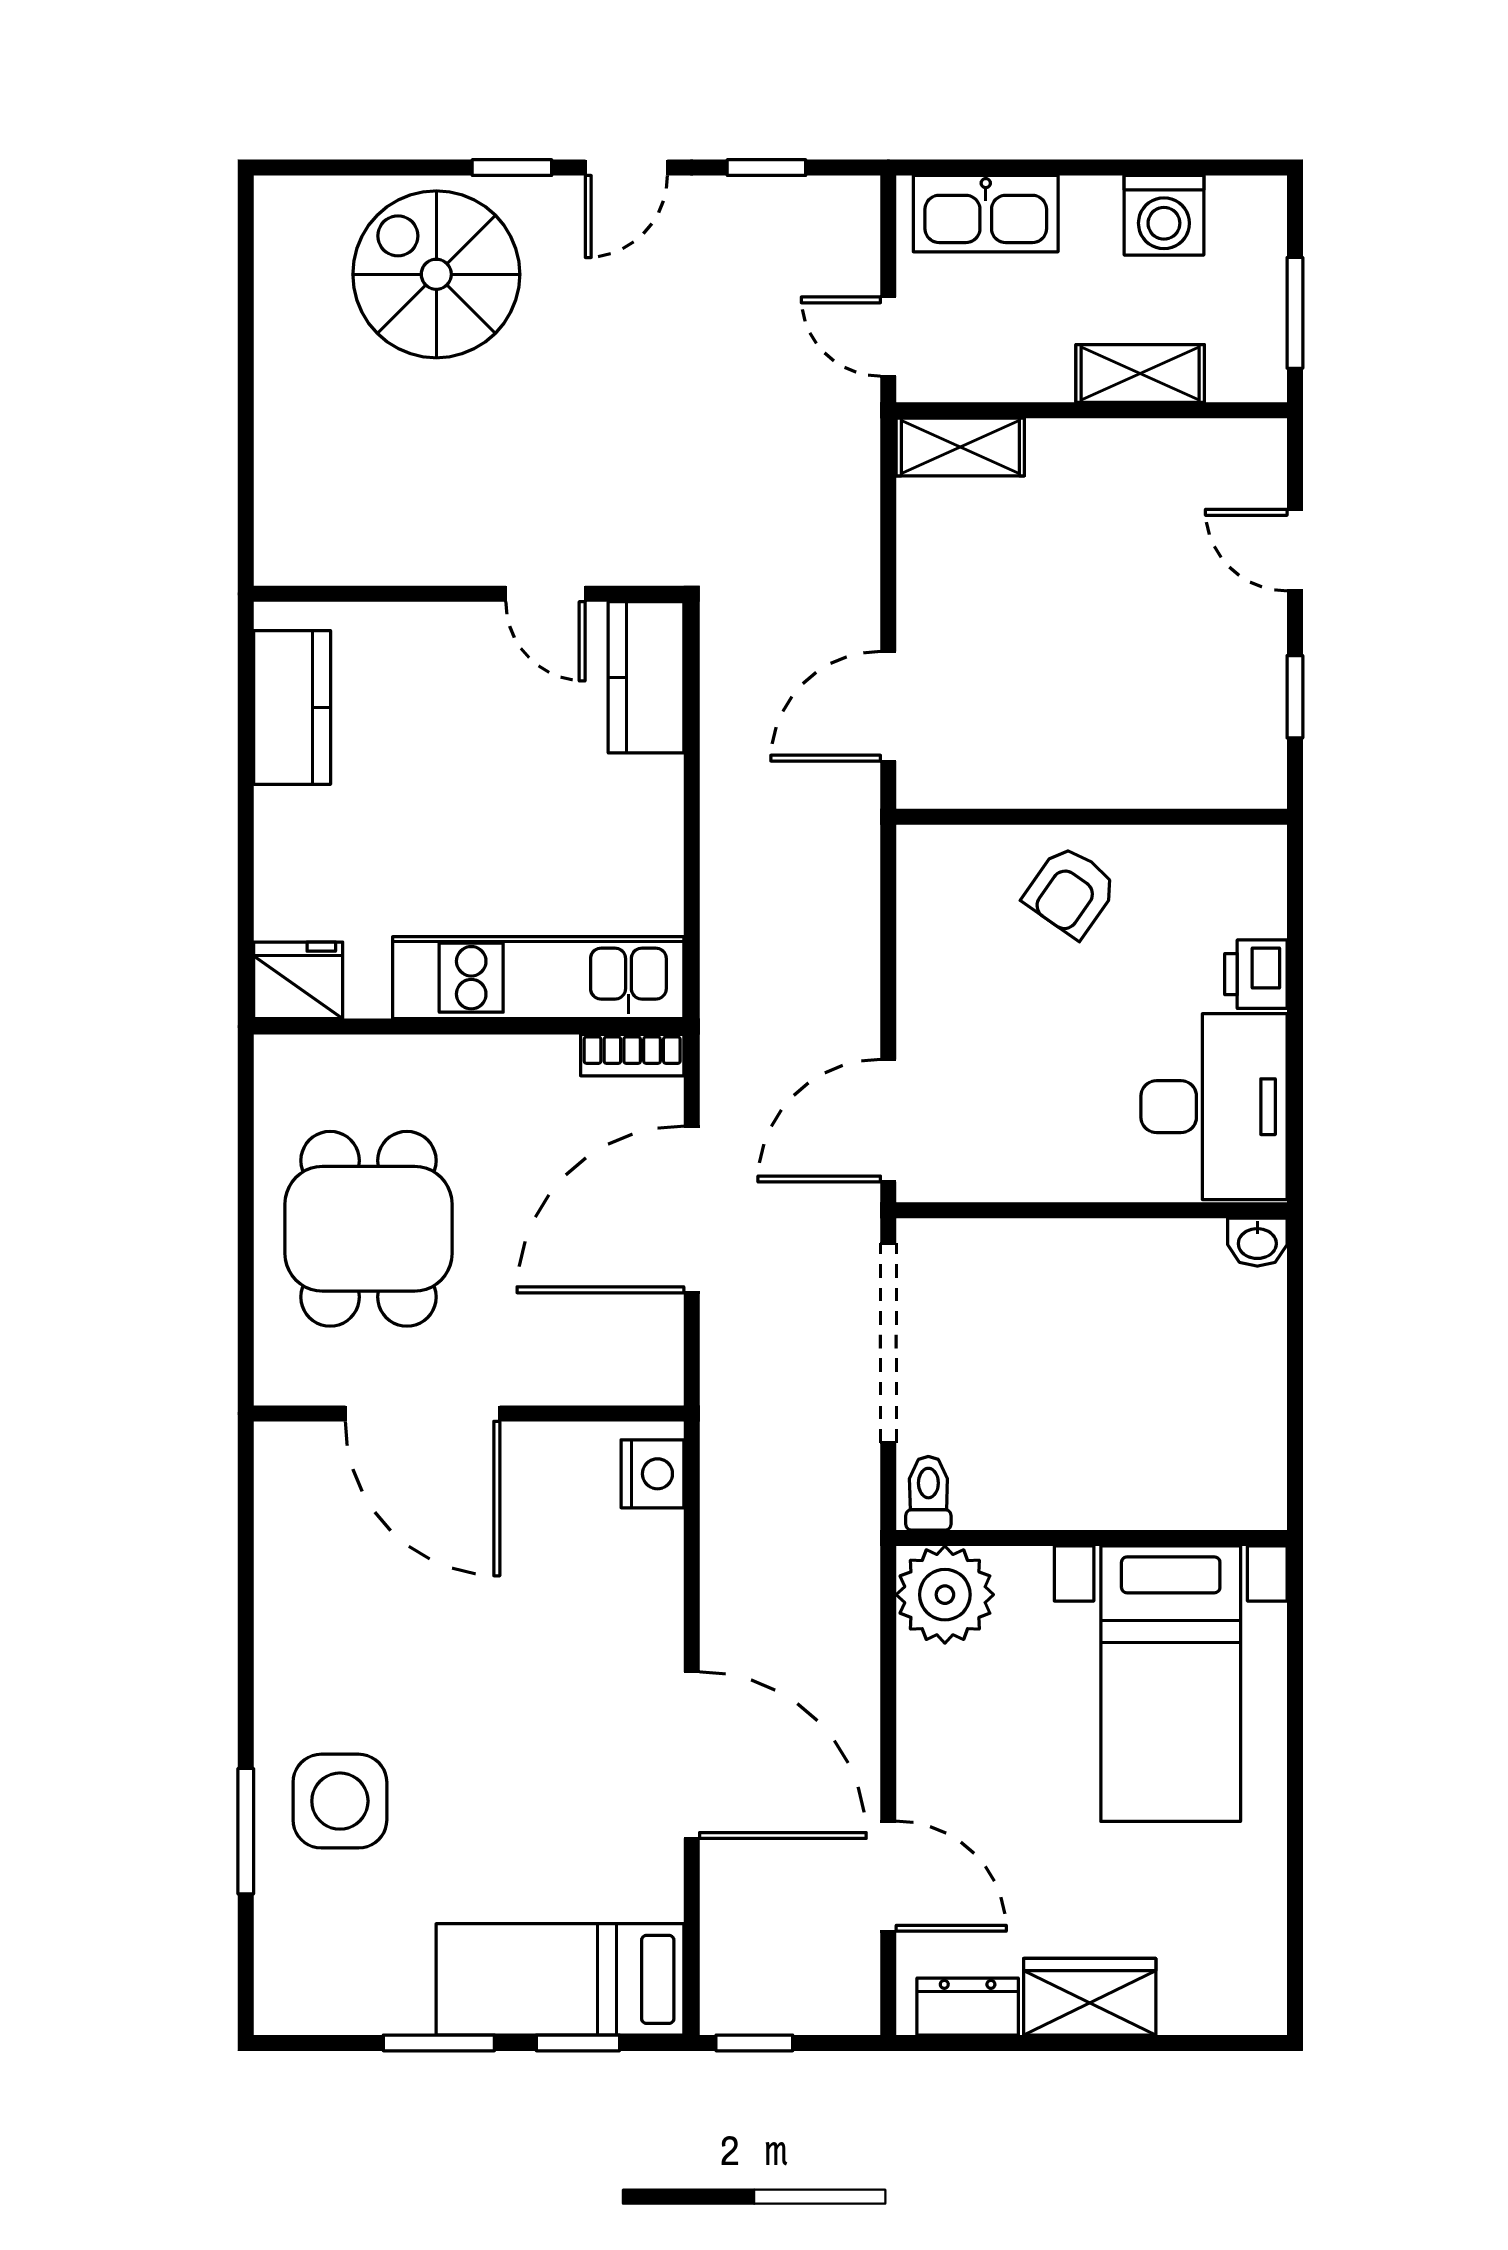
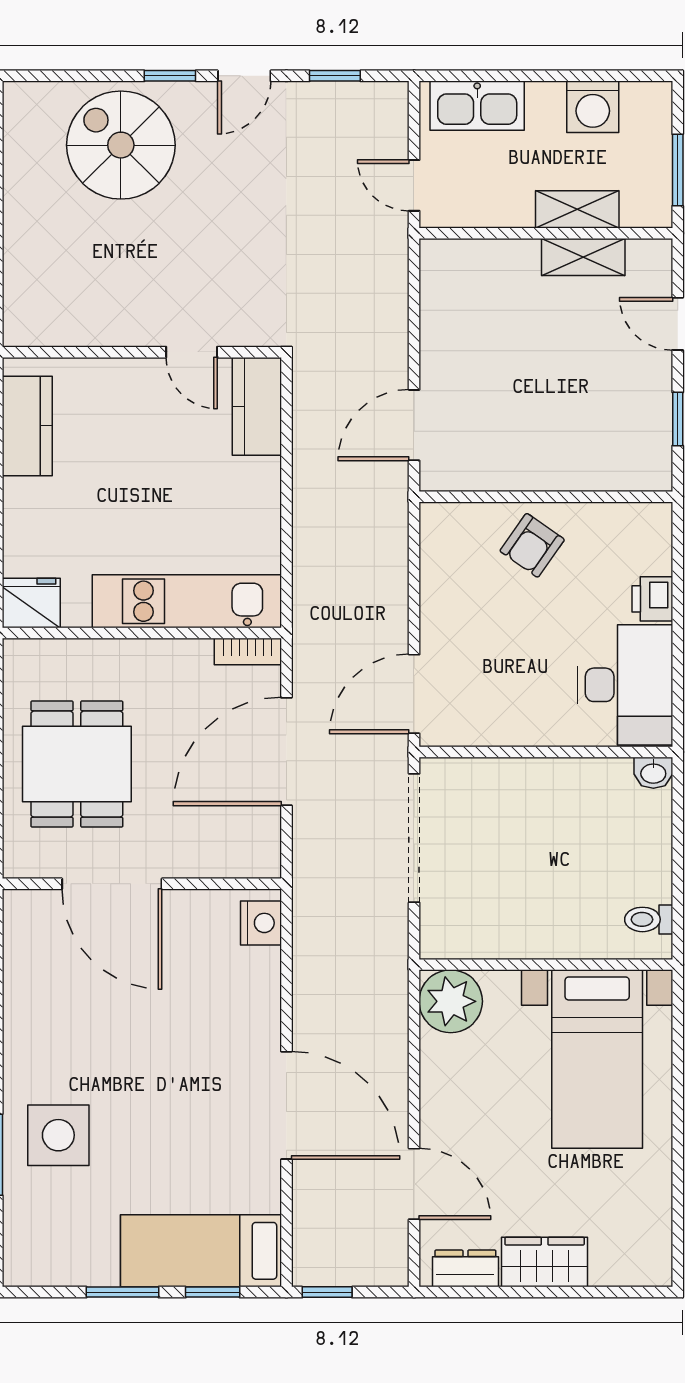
shelving: (960, 447) -> (583, 257), moved
toilet: (928, 1493) -> (649, 919), moved, turned -90

